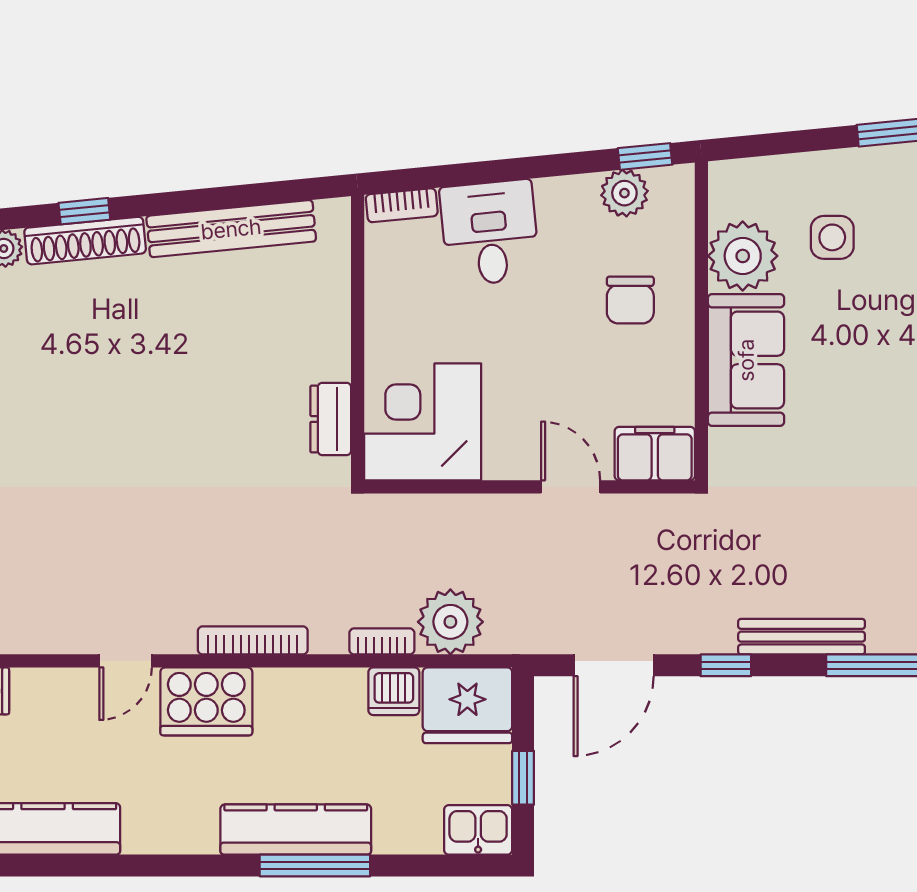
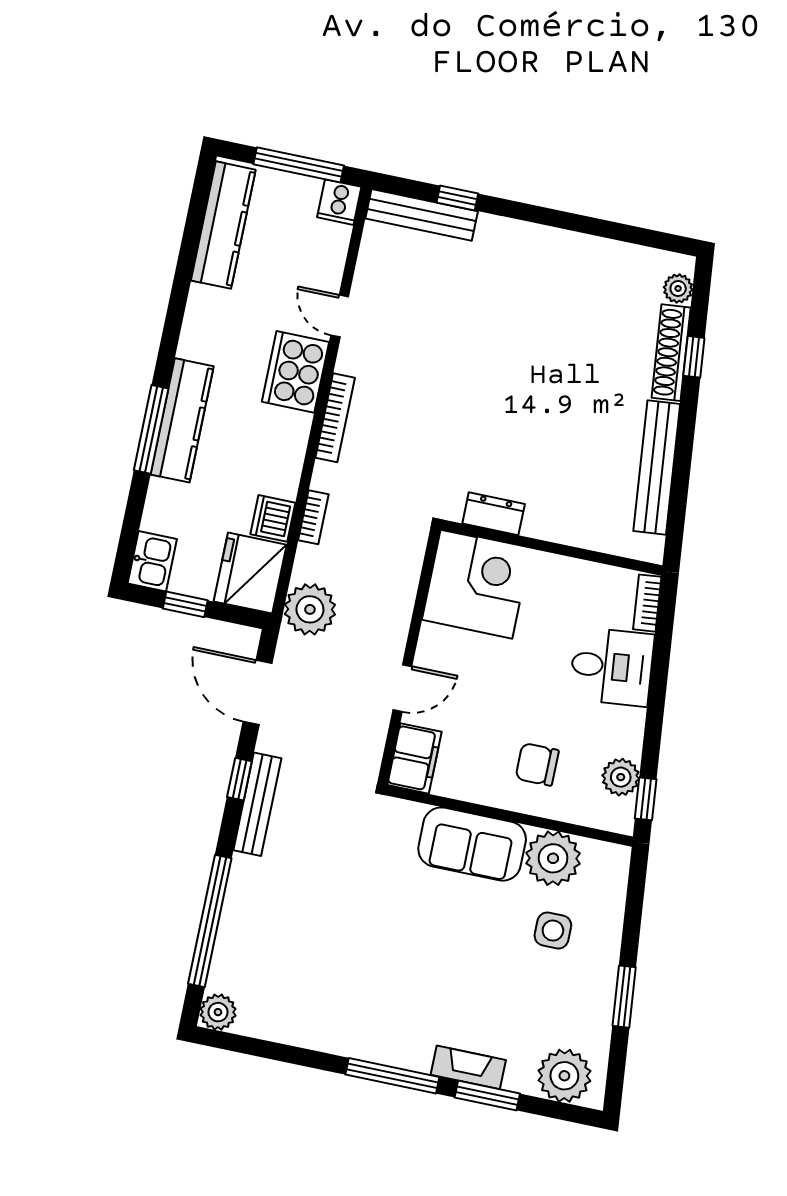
plant: (450, 622) -> (310, 609), moved
bench: (802, 637) -> (257, 804), moved

